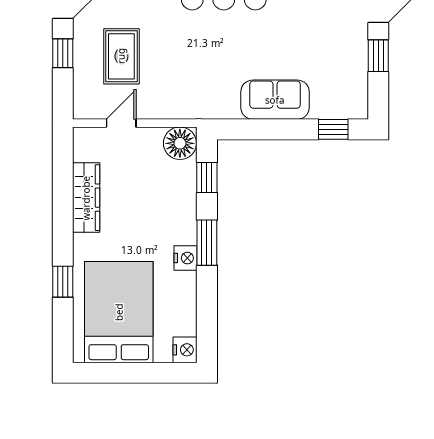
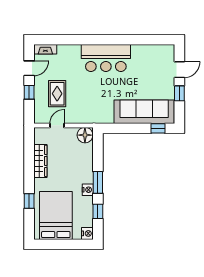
sofa: (275, 100) -> (144, 112), width x1.85, depth x1.27
window: (207, 177) -> (98, 211), moved

